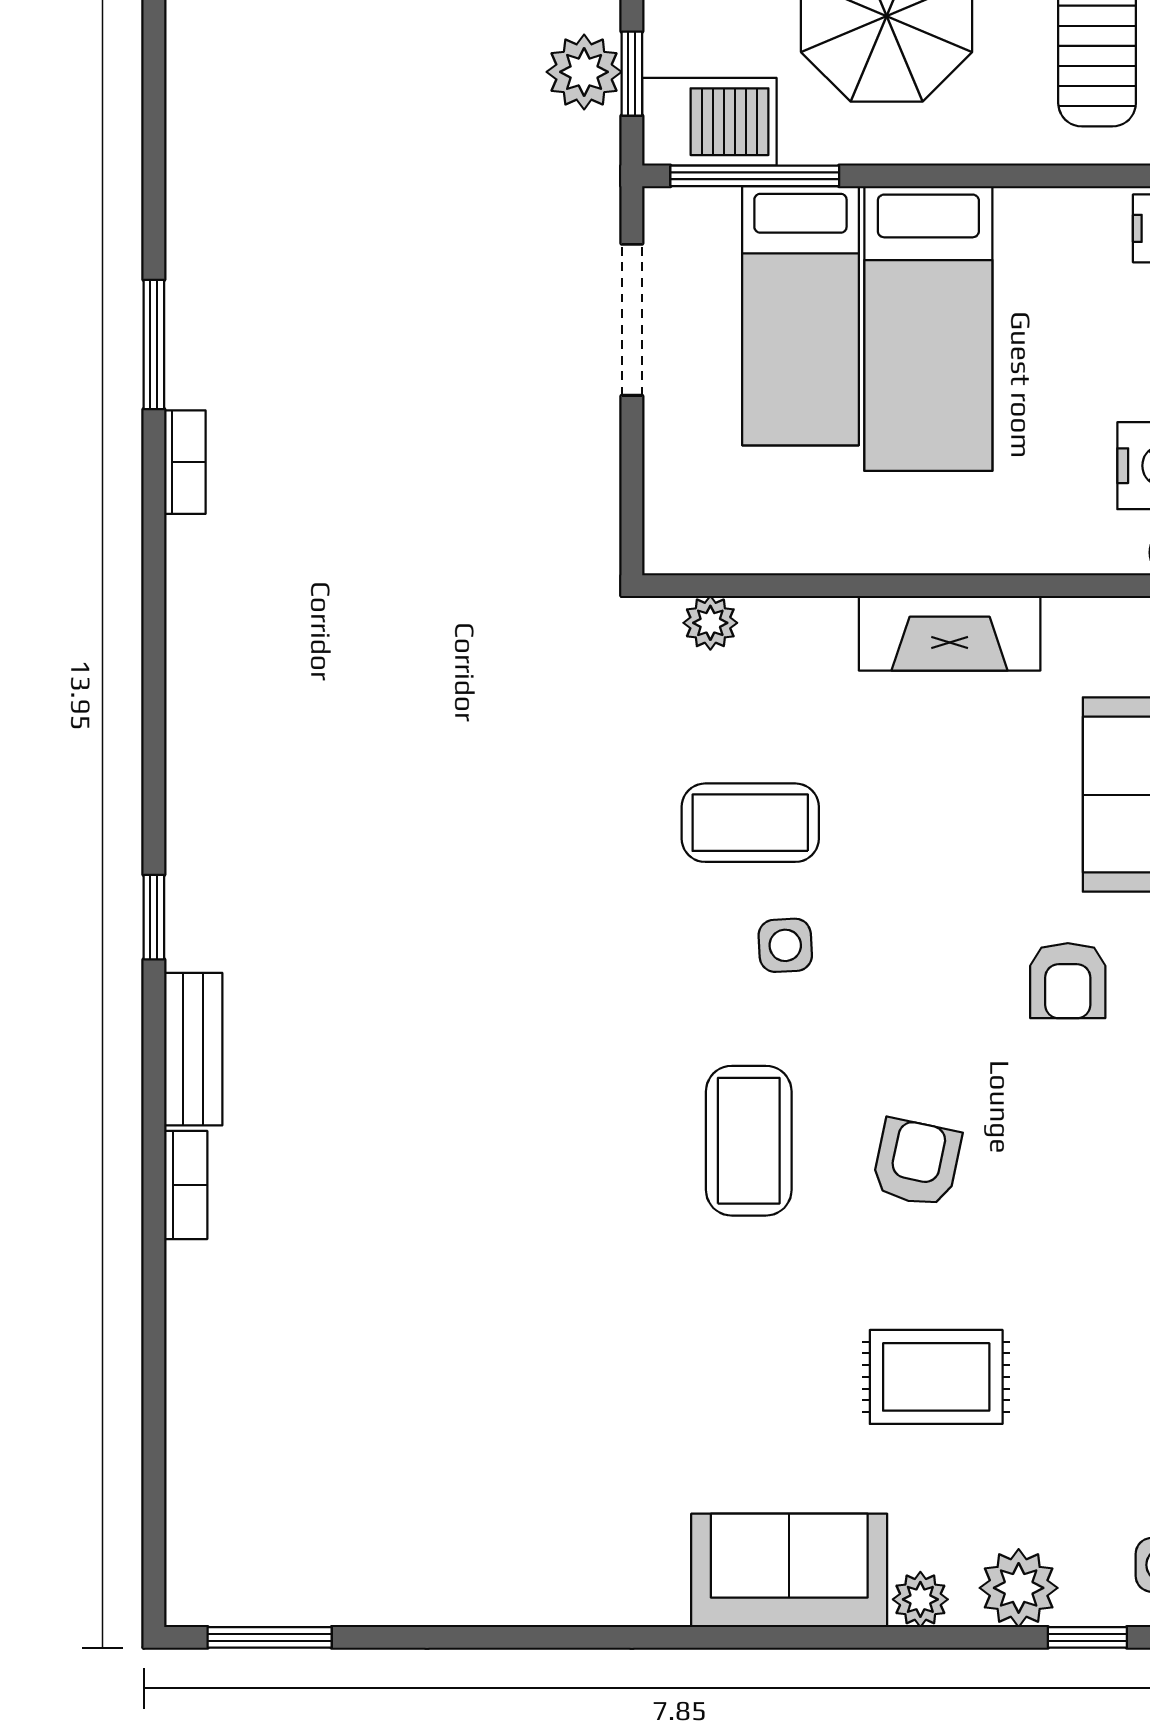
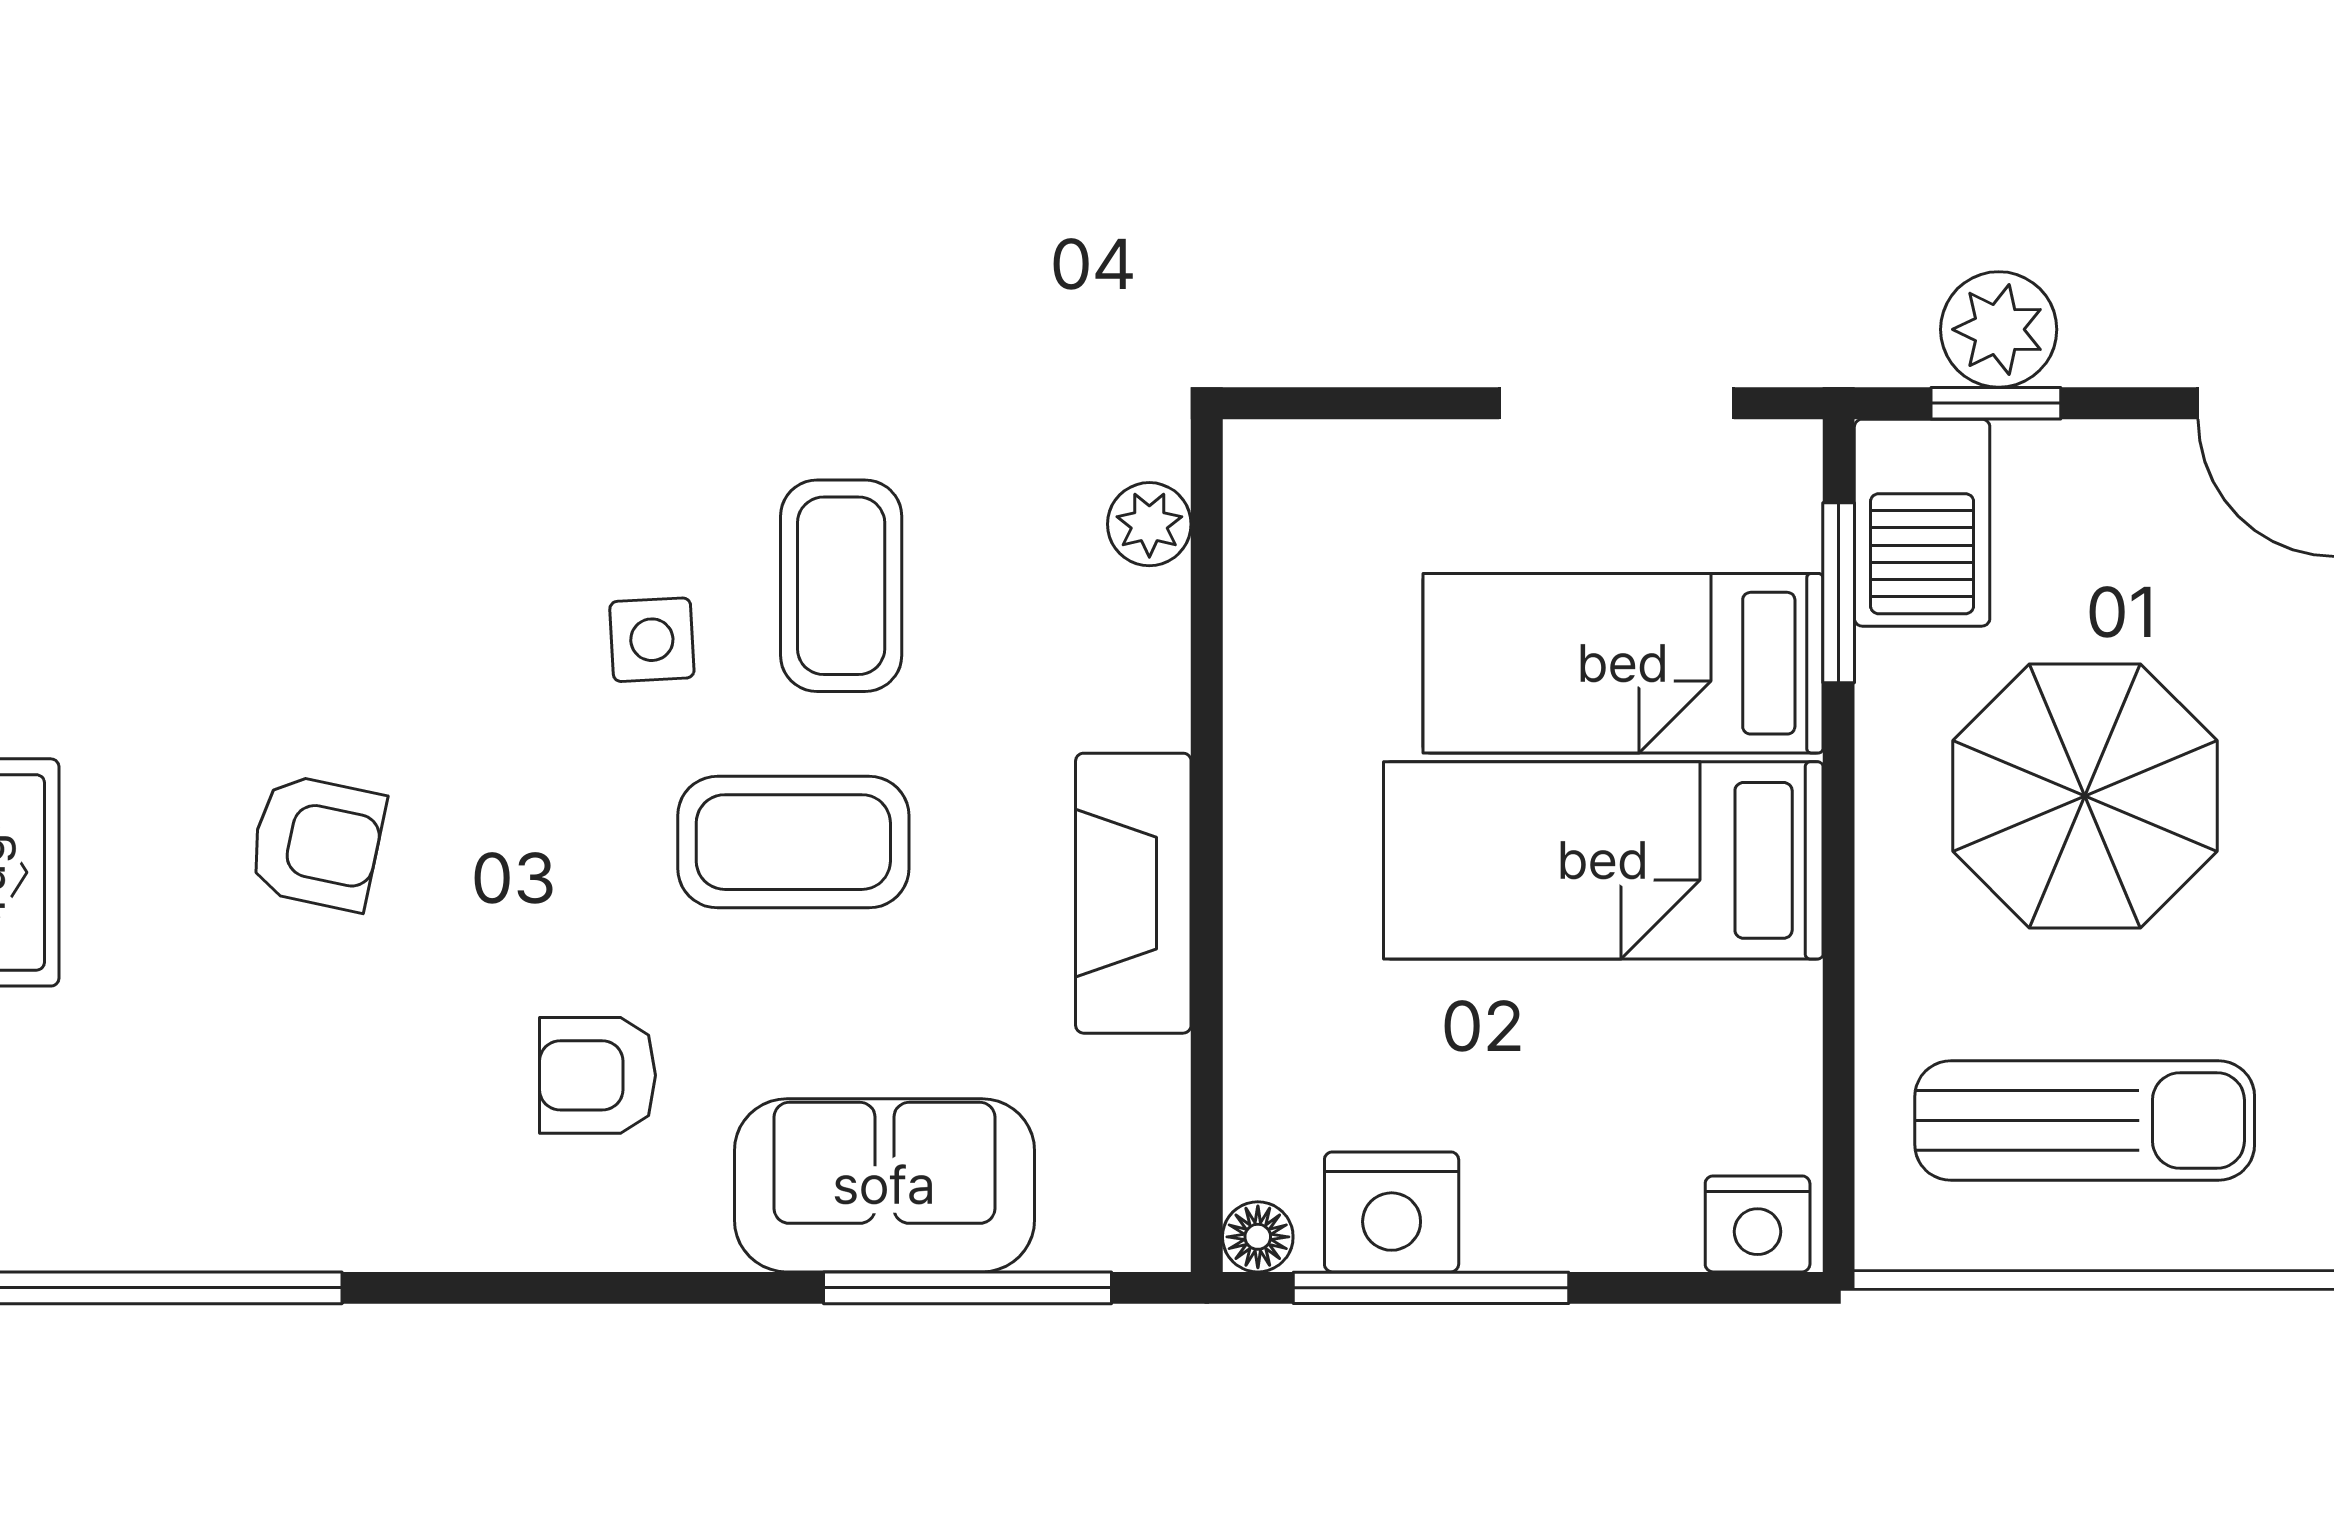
window: (755, 176) -> (1839, 593), width x0.69
coffee table: (749, 1141) -> (793, 842), moved

